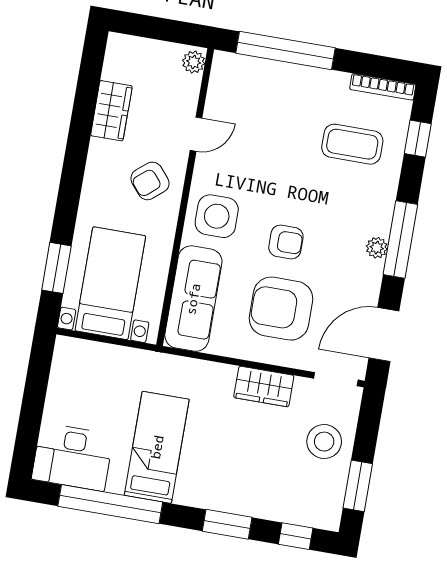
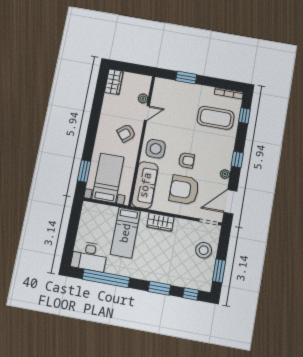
window: (285, 51) -> (186, 78), width x0.47
plant: (194, 62) -> (143, 99), moved
wardrobe: (111, 111) -> (114, 82), moved
coffee table: (352, 144) -> (216, 118), width x1.36, depth x1.32
window: (400, 239) -> (237, 160), width x0.46
plant: (377, 248) -> (225, 174), moved
wardrobe: (264, 387) -> (160, 222), moved
bed: (157, 447) -> (125, 233), moved, turned 180

